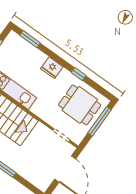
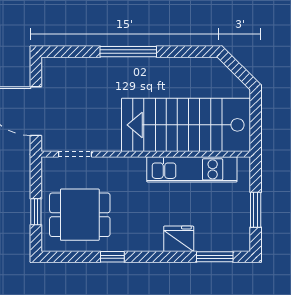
fridge: (52, 68) -> (179, 239), moved
window: (100, 121) -> (36, 212), width x0.46

